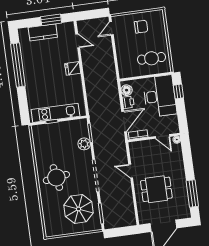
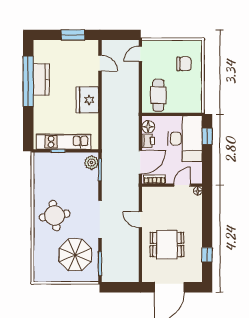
chair: (141, 27) -> (184, 64), moved
kitchen counter: (43, 32) -> (41, 79), moved, turned -90
cafe table: (151, 58) -> (158, 95), moved, turned 90
fridge: (73, 68) -> (87, 100), width x1.88, depth x1.34
door: (162, 136) -> (182, 185), swing flipped
plant: (84, 144) -> (91, 162), moved
window: (192, 193) -> (207, 255), width x0.46

